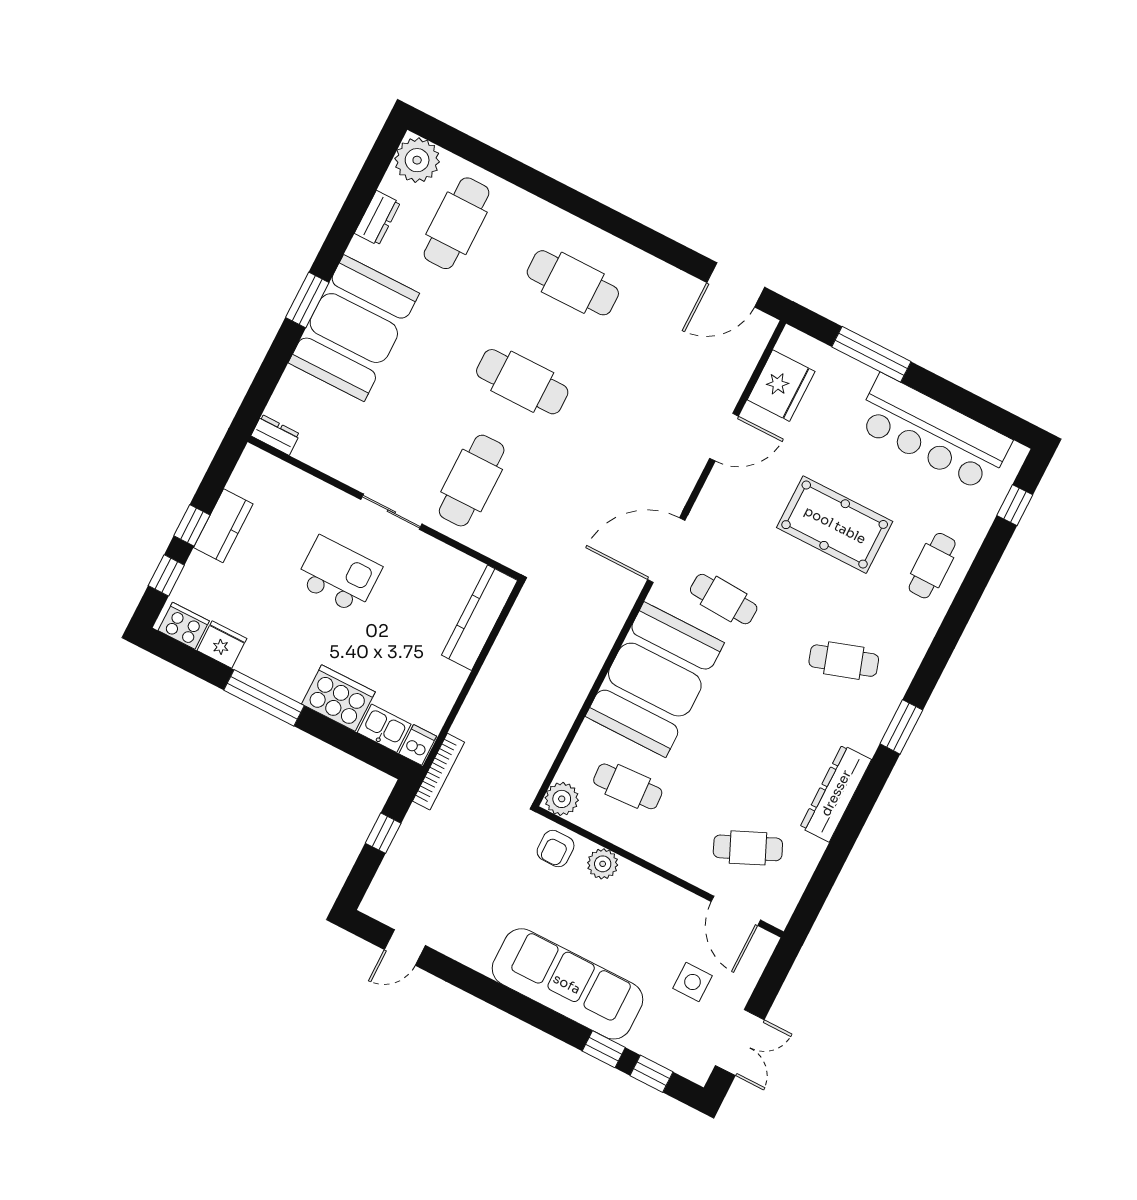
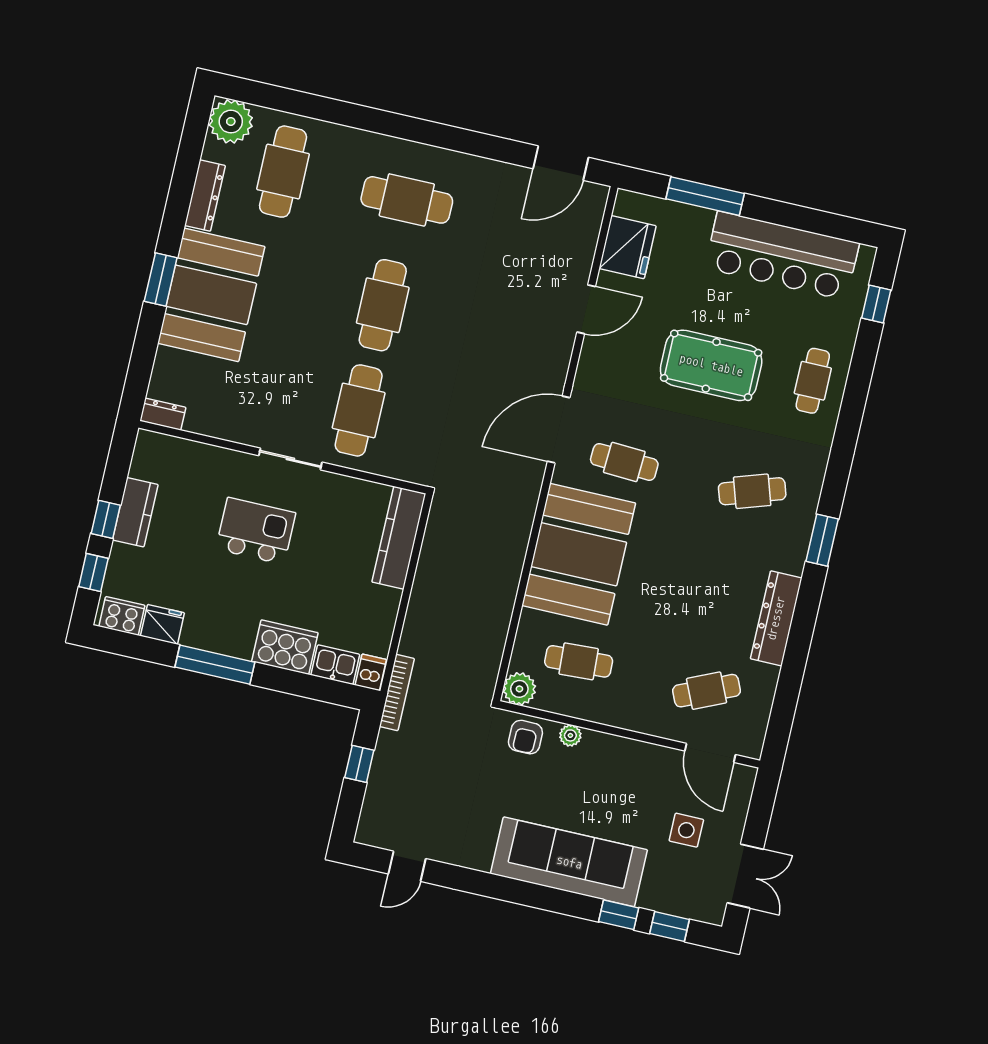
dresser: (377, 218) -> (205, 195), width x1.44
cafe table: (522, 382) -> (383, 305), turned 90
plant: (603, 864) -> (570, 735), width x0.73, depth x0.73

